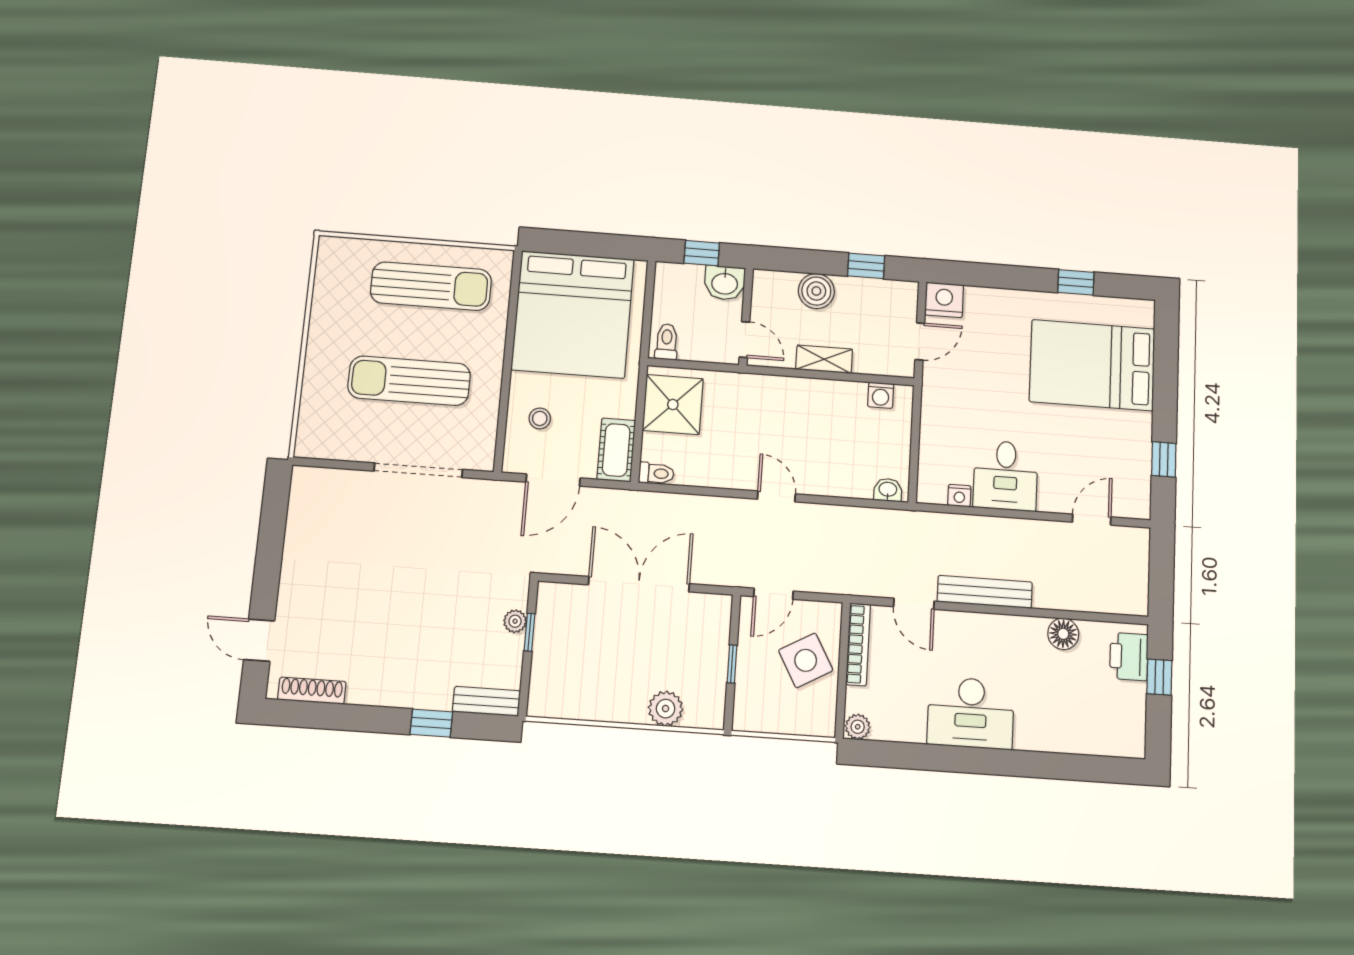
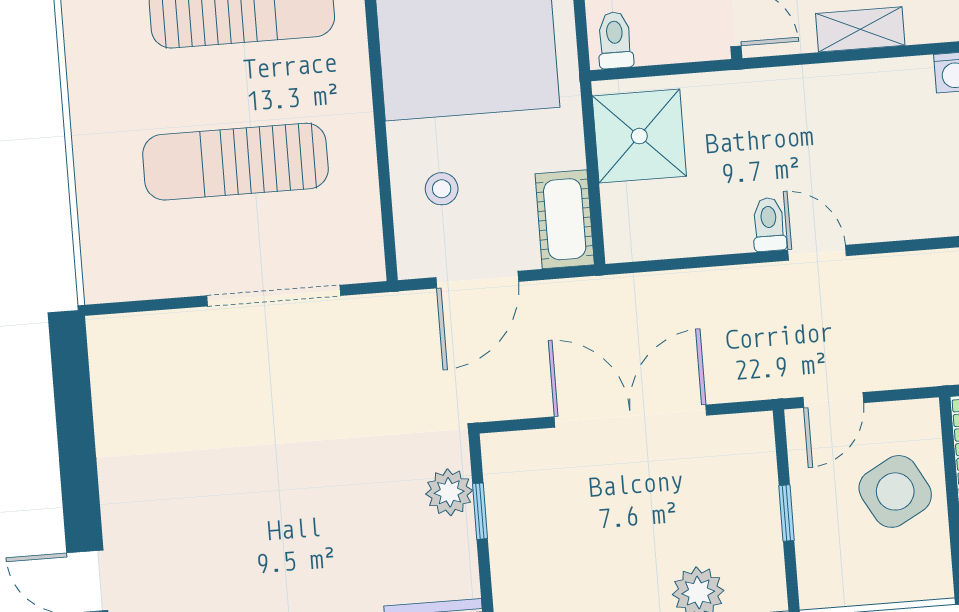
toilet: (656, 473) -> (769, 224), moved, turned -90
plant: (515, 621) -> (449, 492), width x1.38, depth x1.38

